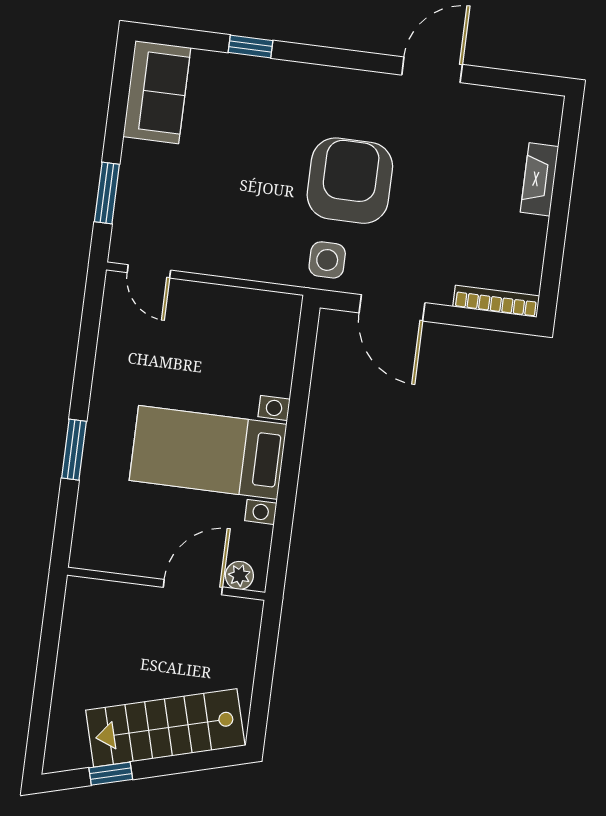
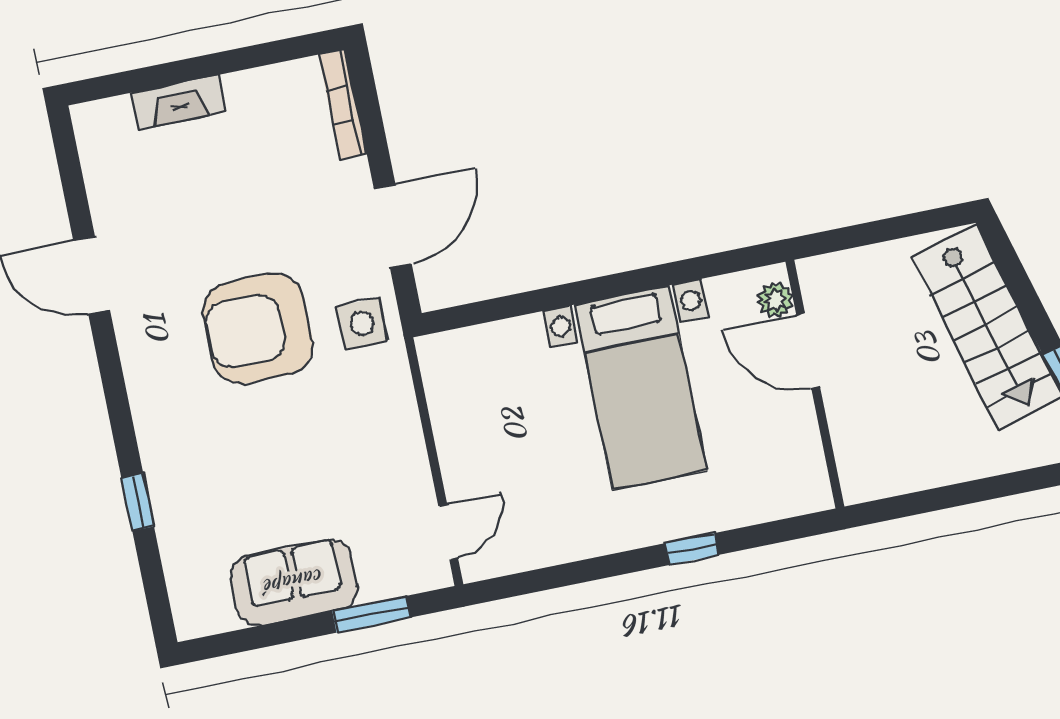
sofa: (157, 92) -> (294, 582), moved
window: (74, 450) -> (692, 549), width x0.67

